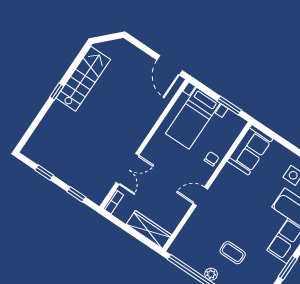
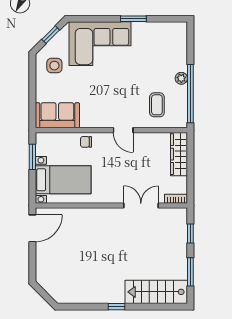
stairs: (83, 79) -> (156, 292), moved
window: (44, 173) -> (190, 272), width x1.50
coffee table: (233, 253) -> (157, 105), moved

